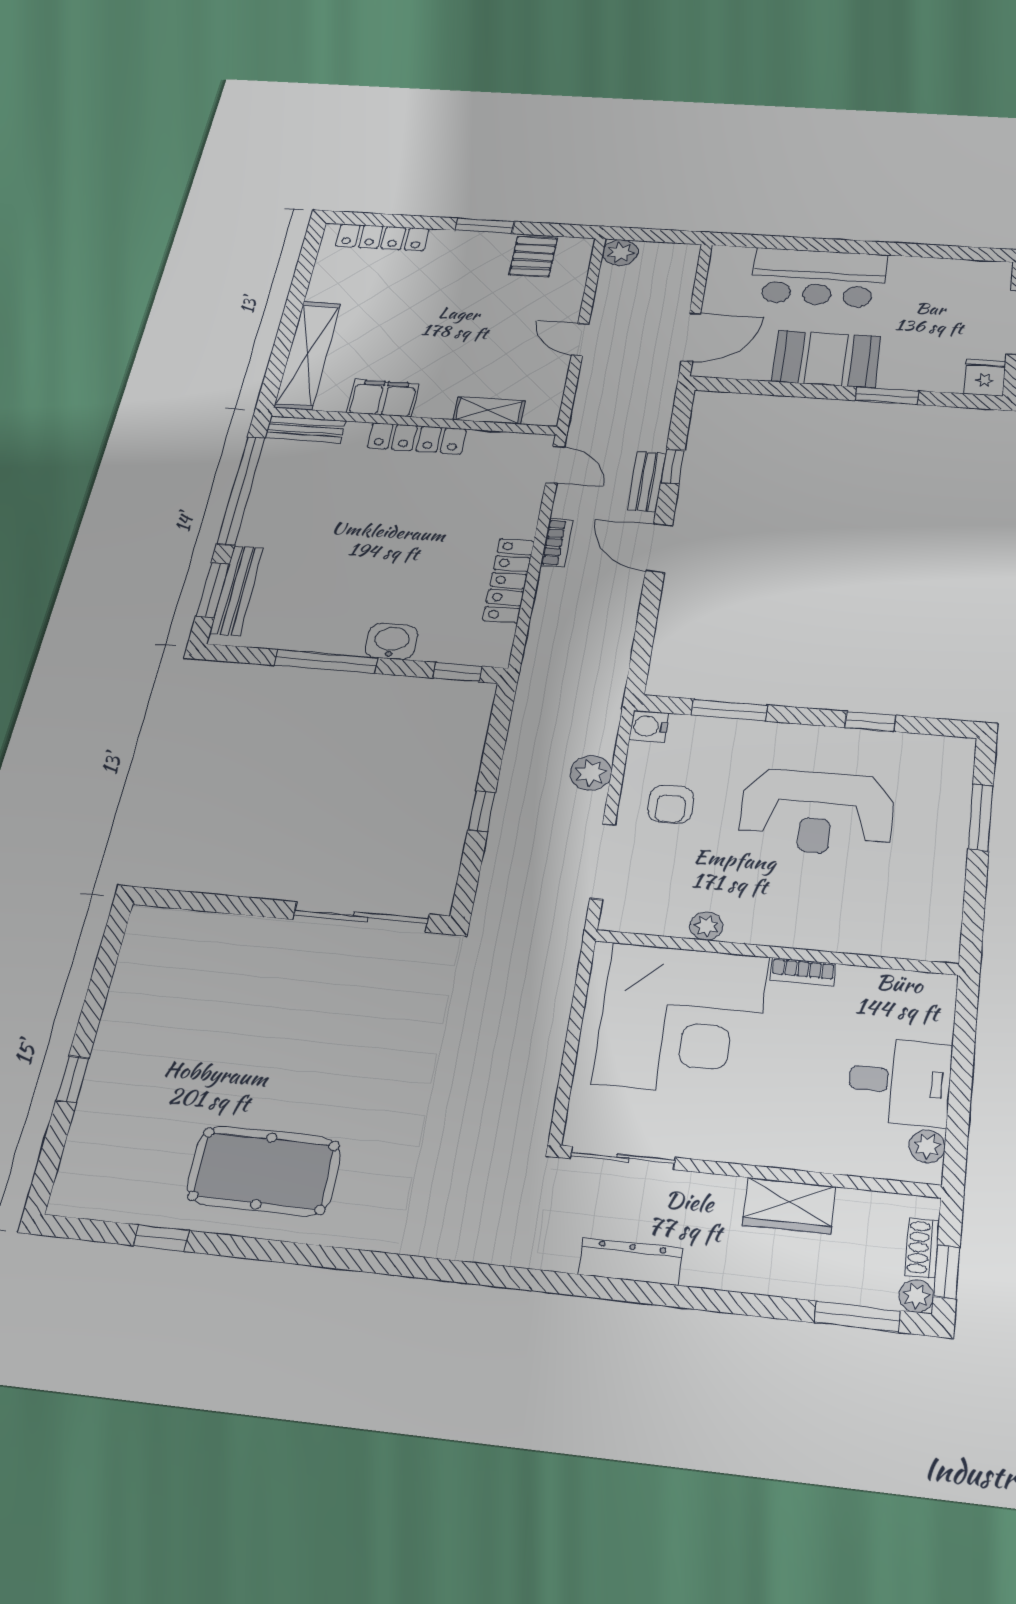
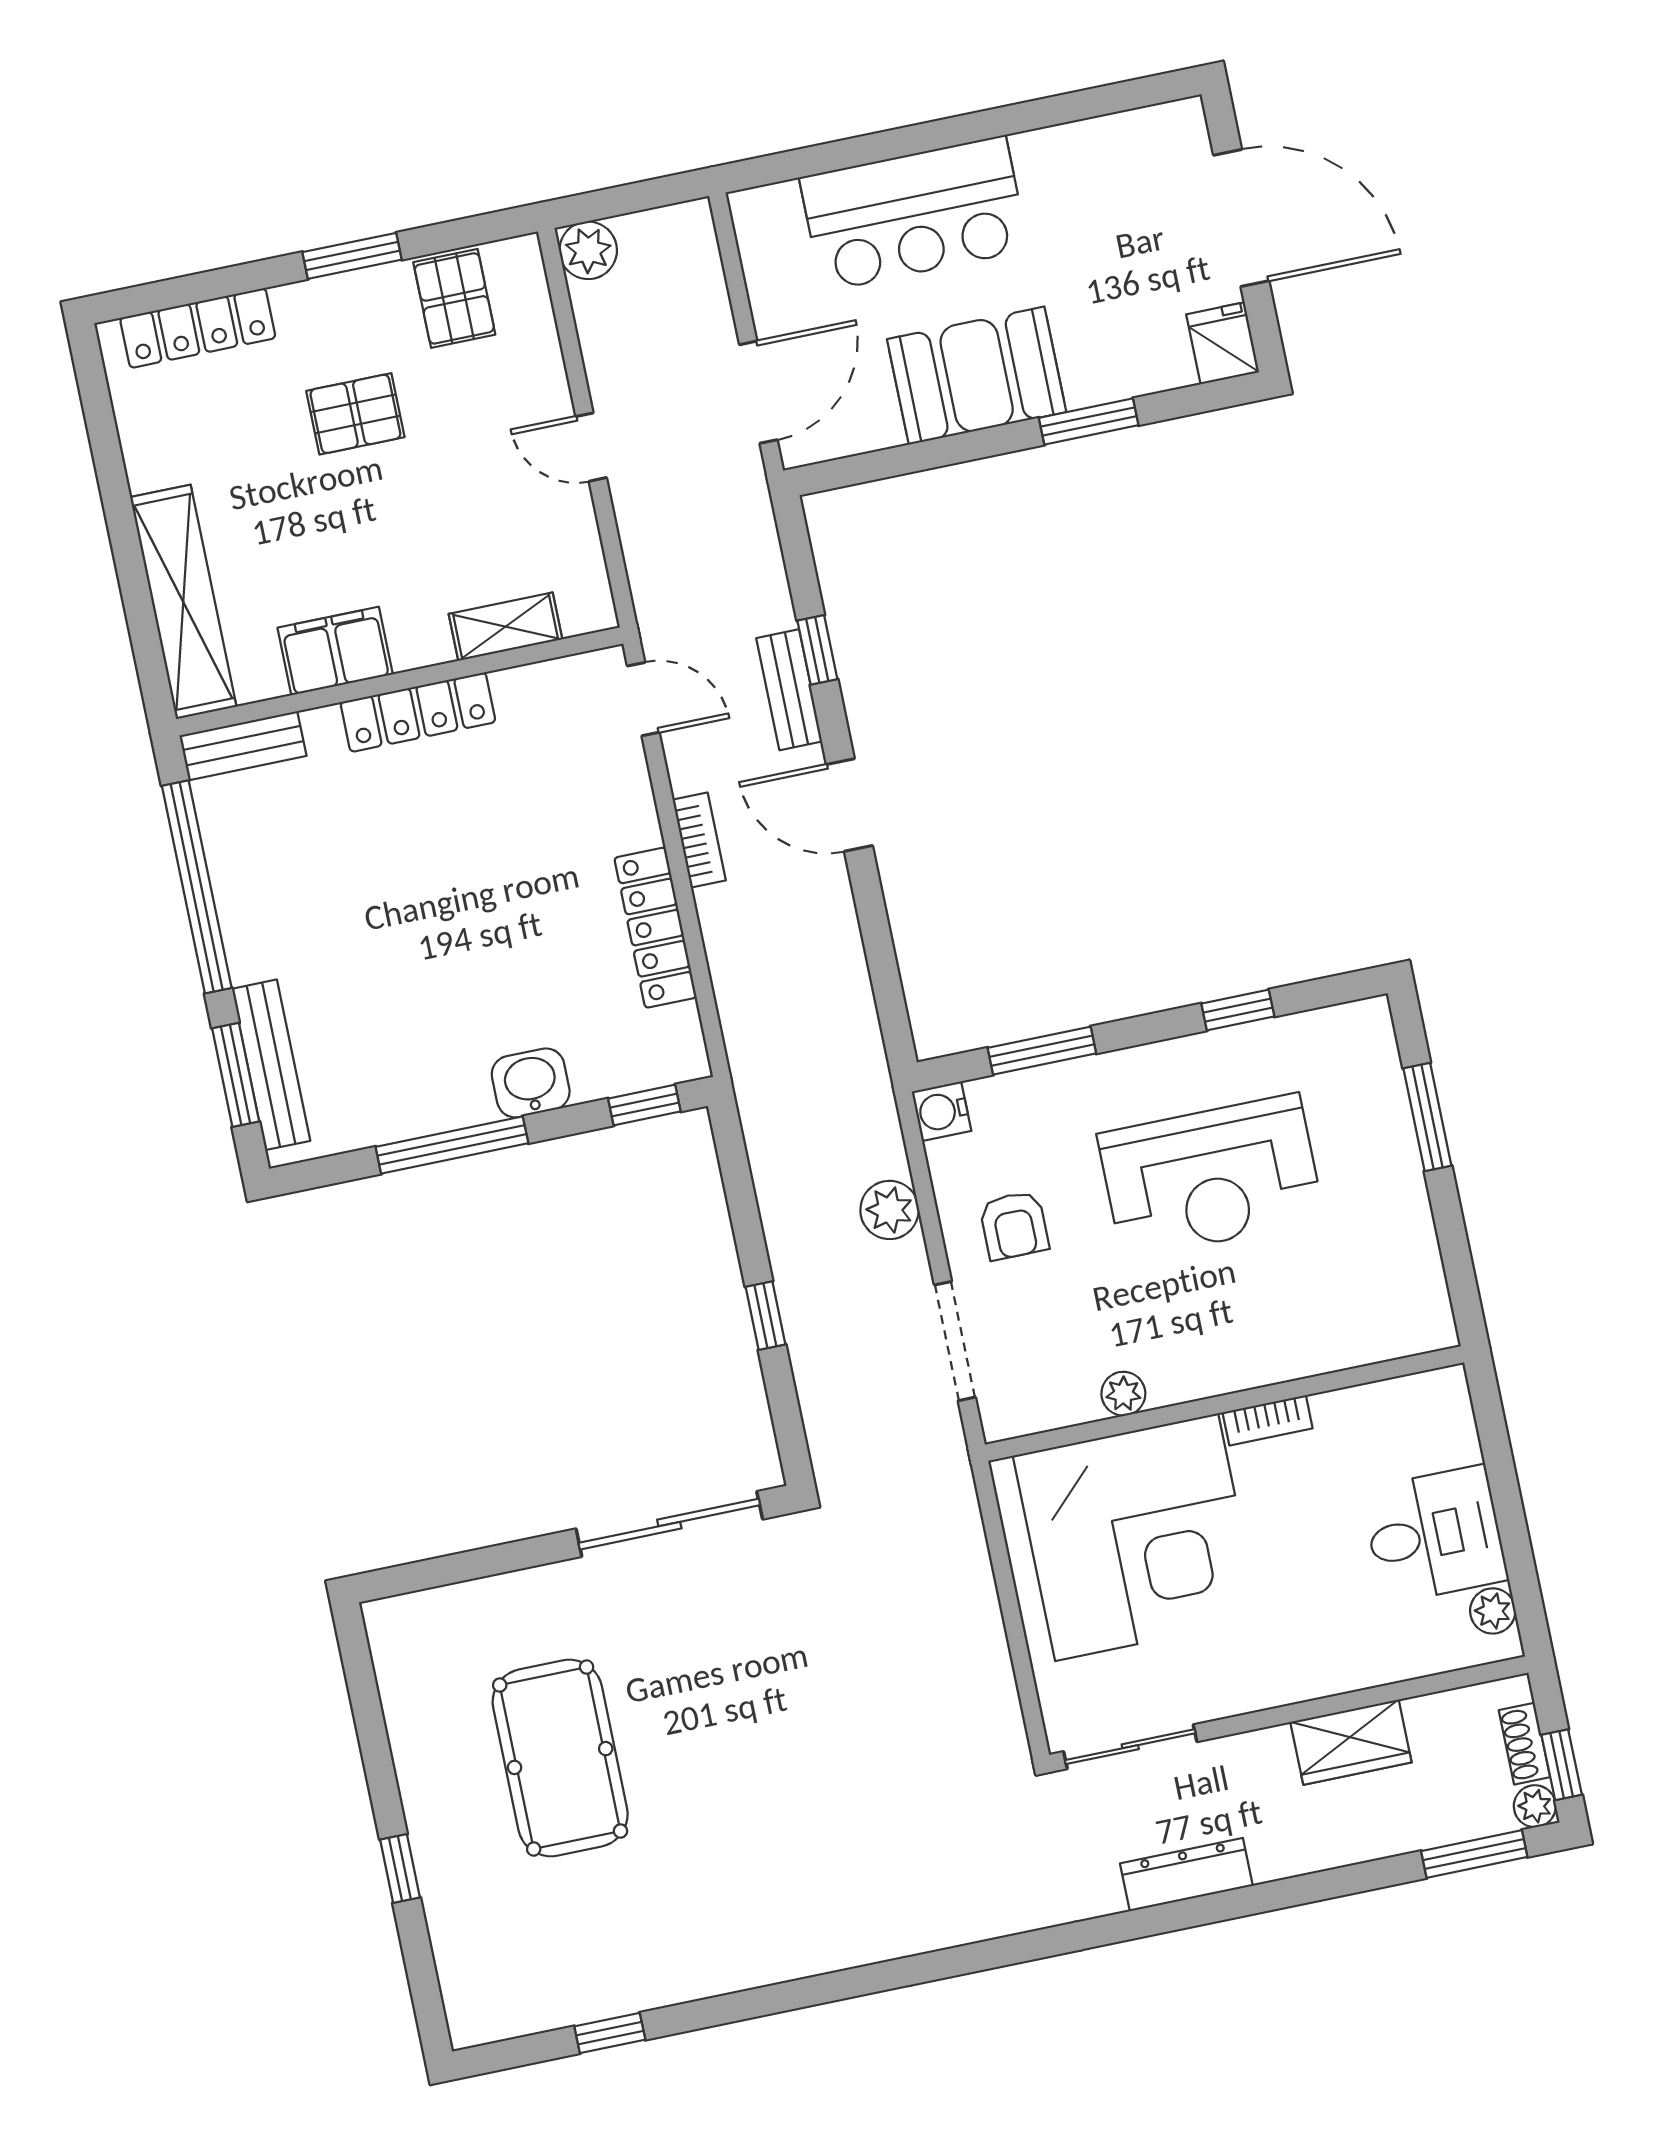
pallet: (451, 294) -> (355, 414), added
pool table: (264, 1171) -> (560, 1758), moved, turned 90

